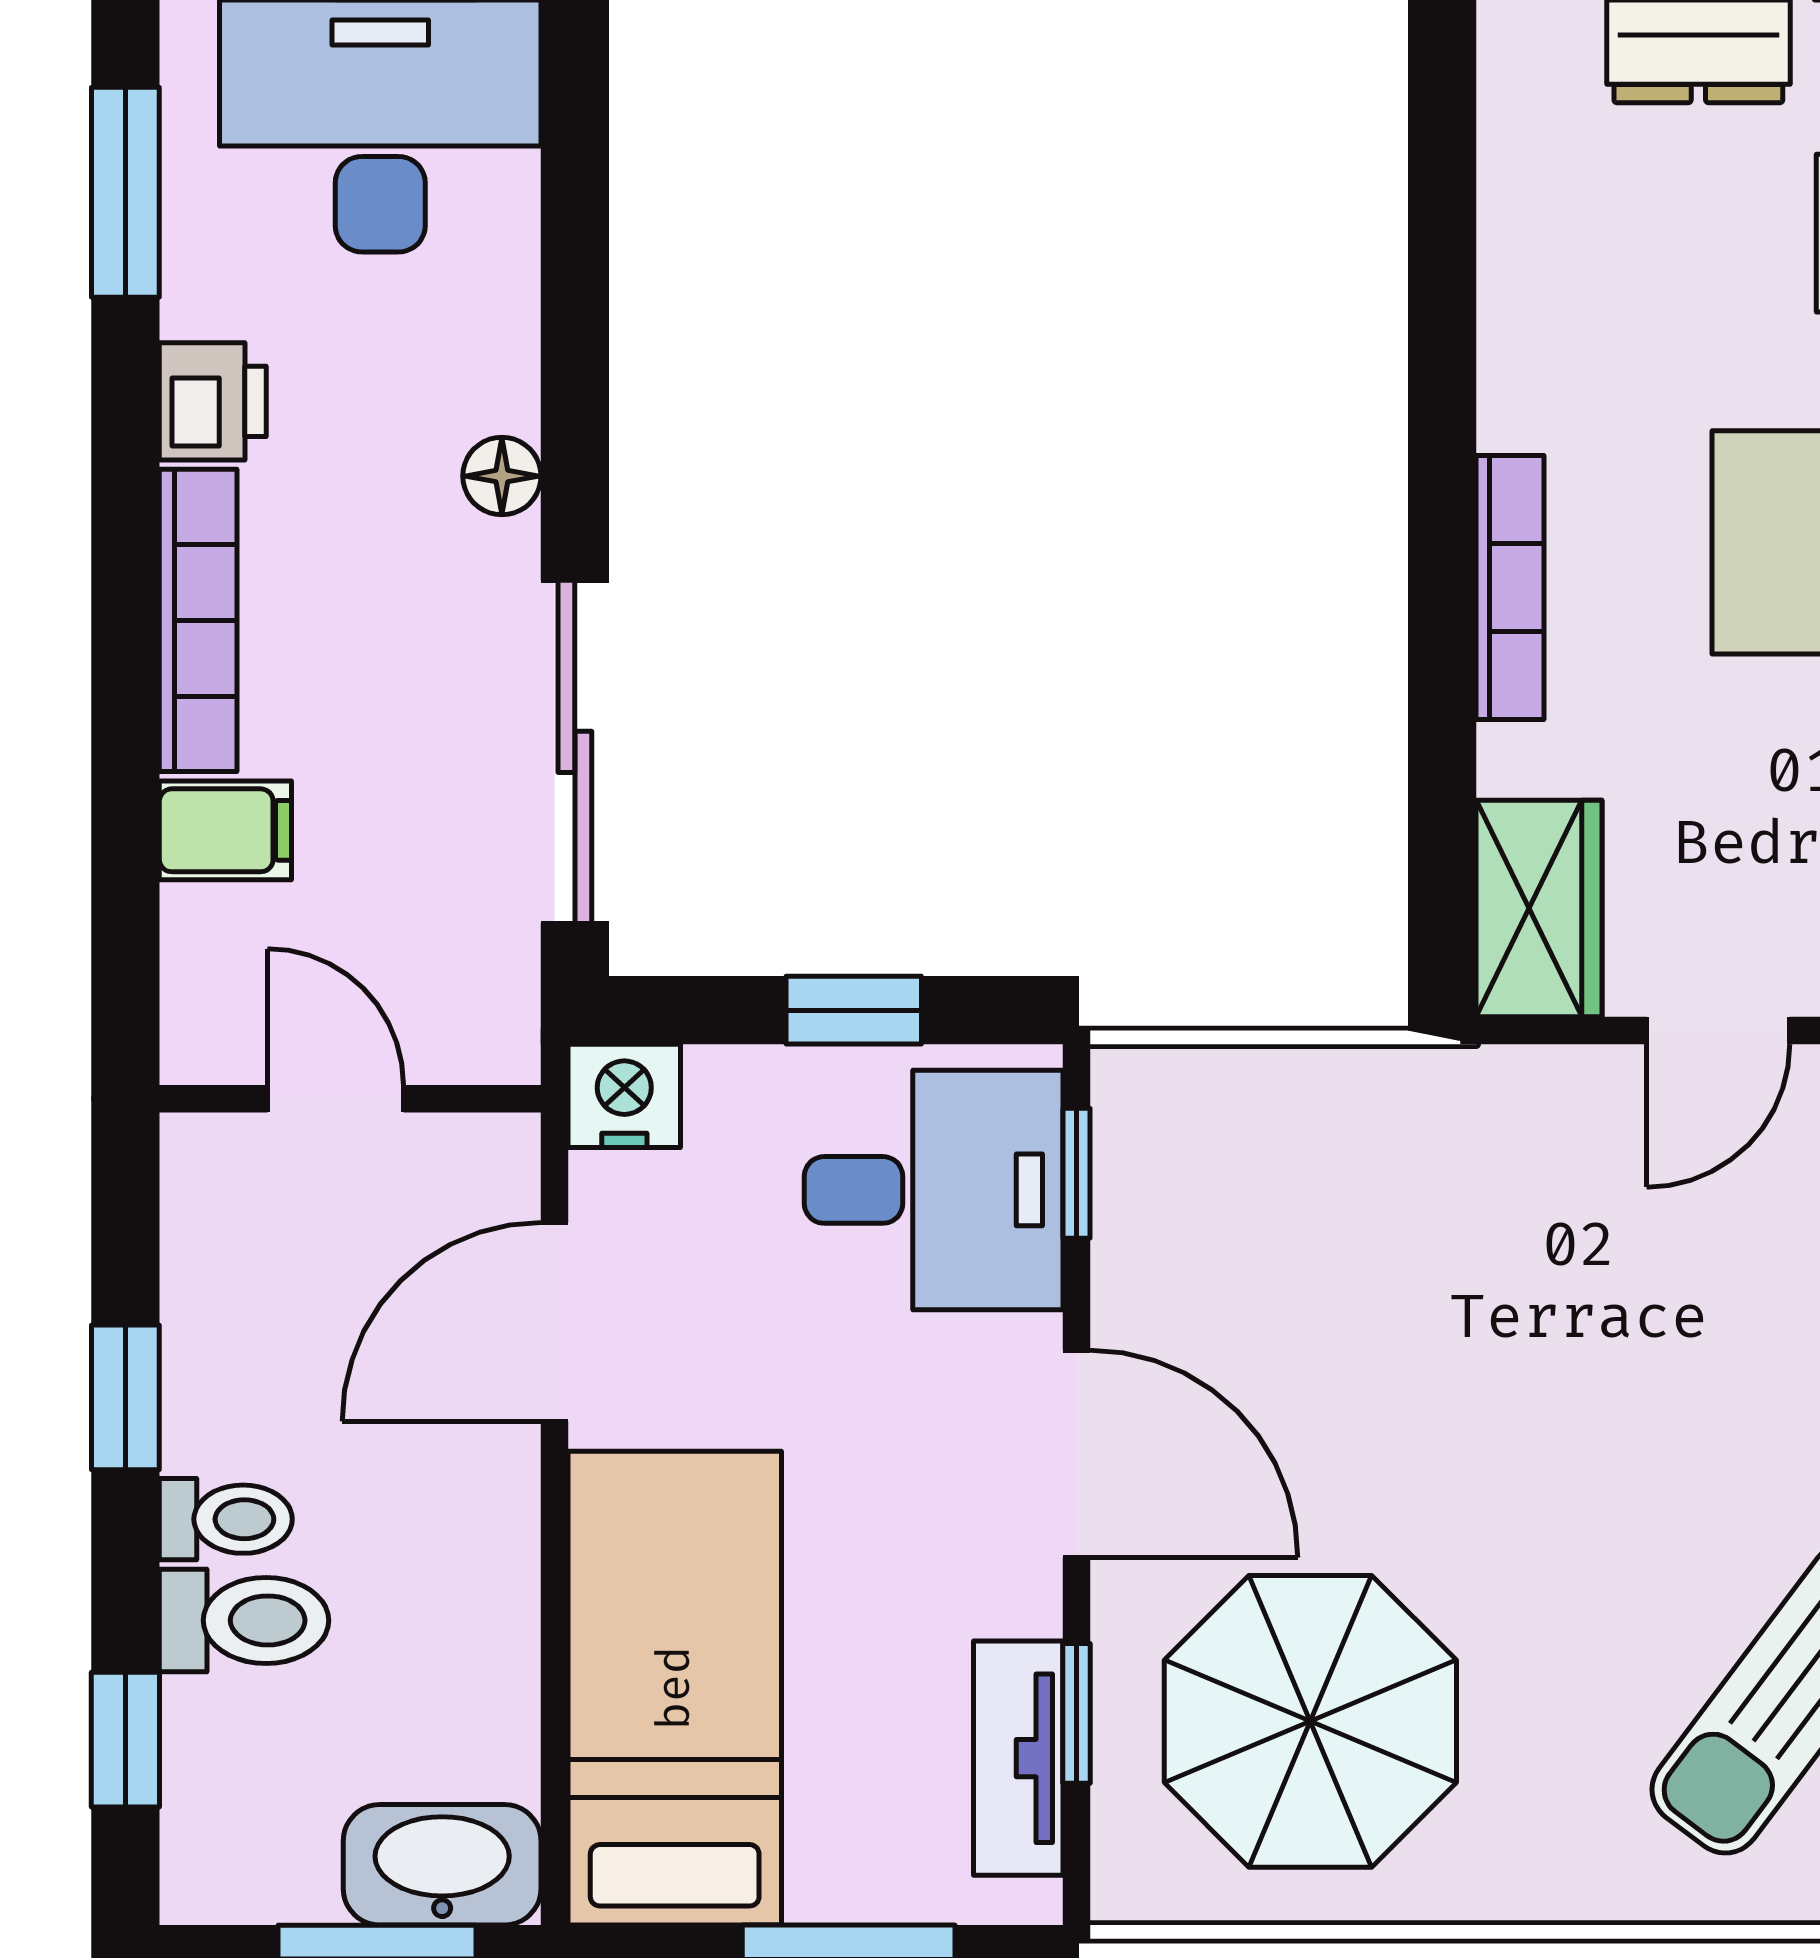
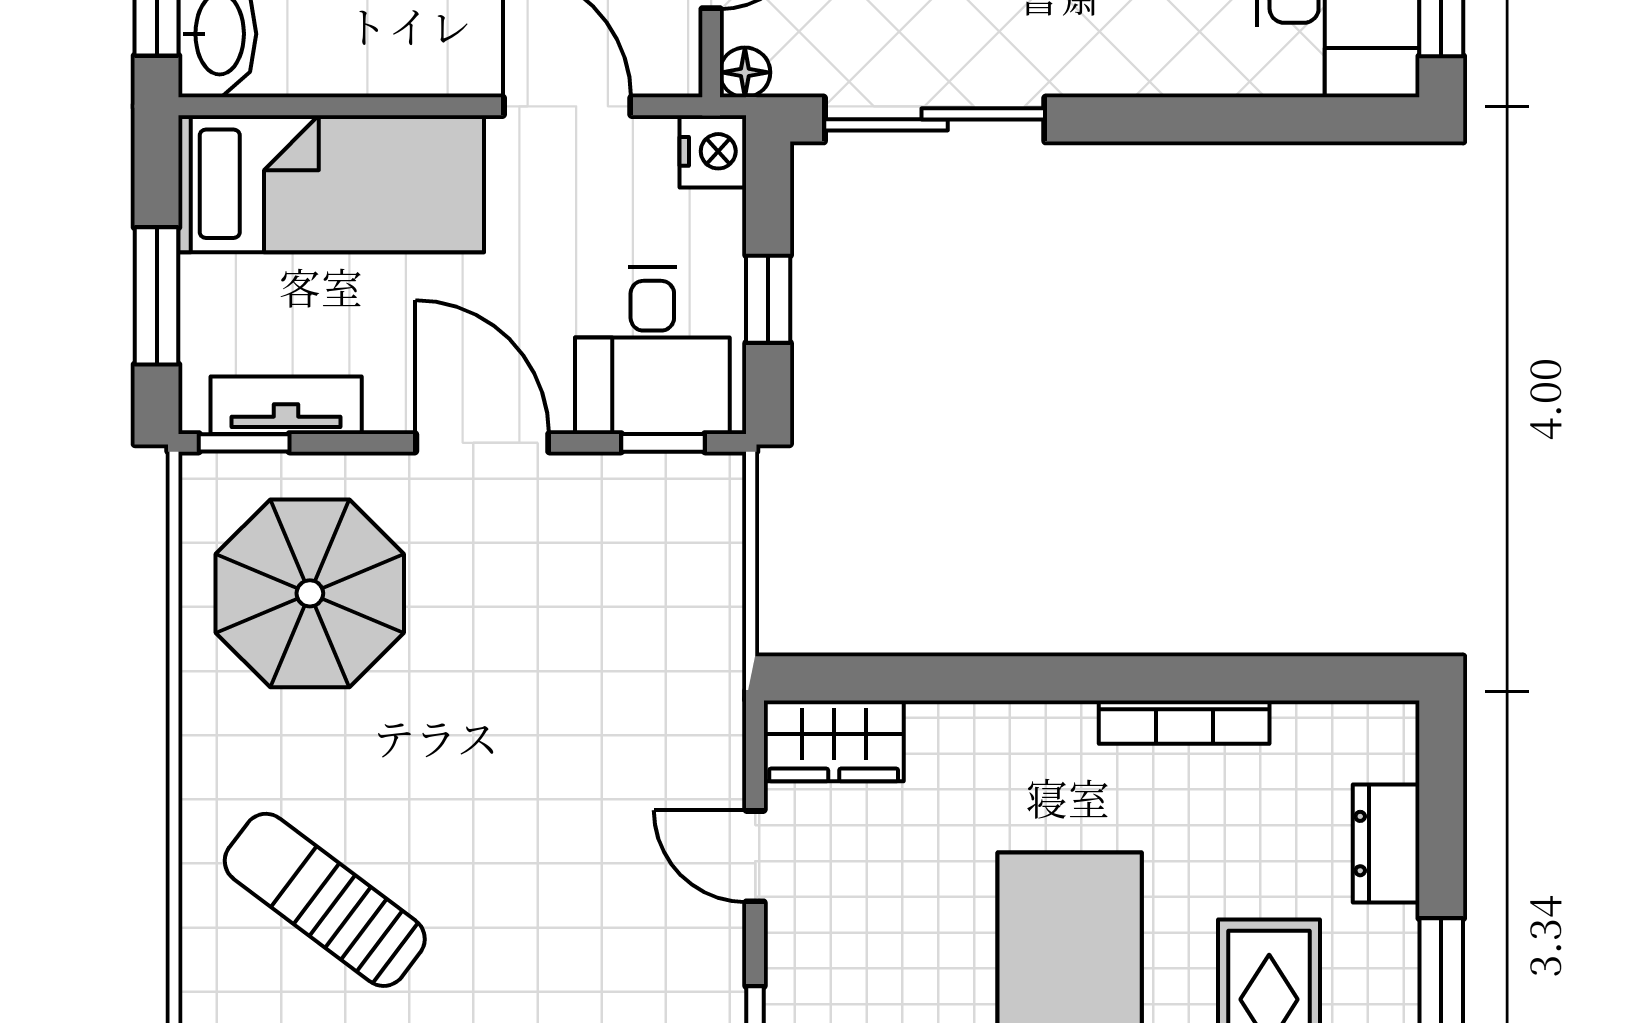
floor lamp: (502, 476) -> (745, 72), moved
bookcase: (1510, 587) -> (1184, 722), moved
door: (1077, 1454) -> (482, 443), swing flipped
window: (1077, 1713) -> (244, 443), moved

